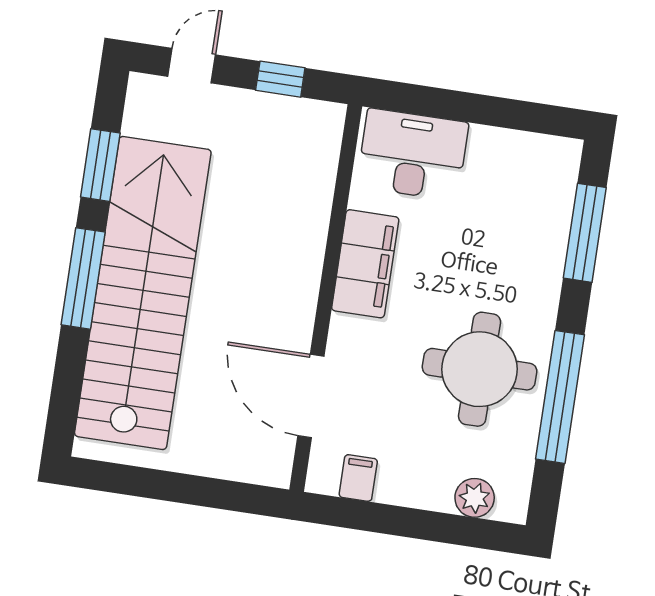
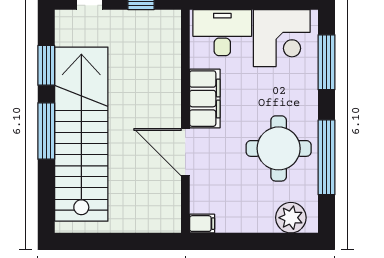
corner desk: (514, 179) -> (282, 38), added
door: (311, 396) -> (185, 152), moved
filing cabinet: (358, 478) -> (202, 224), moved, turned 90
plant: (475, 498) -> (291, 218), width x1.36, depth x1.36

